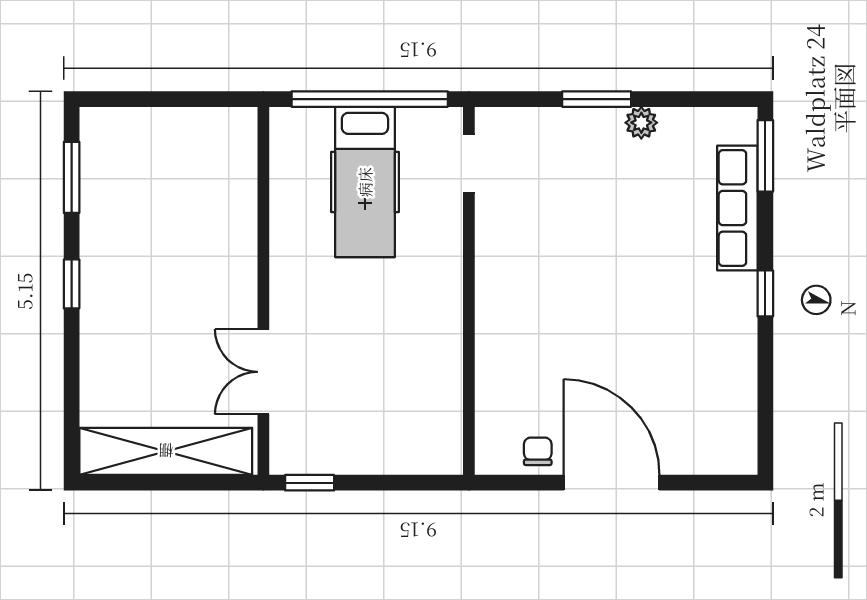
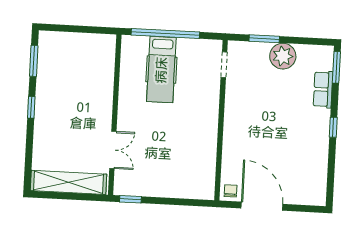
plant: (641, 123) -> (283, 56), width x1.88, depth x1.88
doorway: (469, 163) -> (224, 65), moved
row of seats: (737, 208) -> (323, 89), width x0.68
wall: (469, 291) -> (221, 120), moved
double door: (263, 372) -> (113, 150), swing flipped

